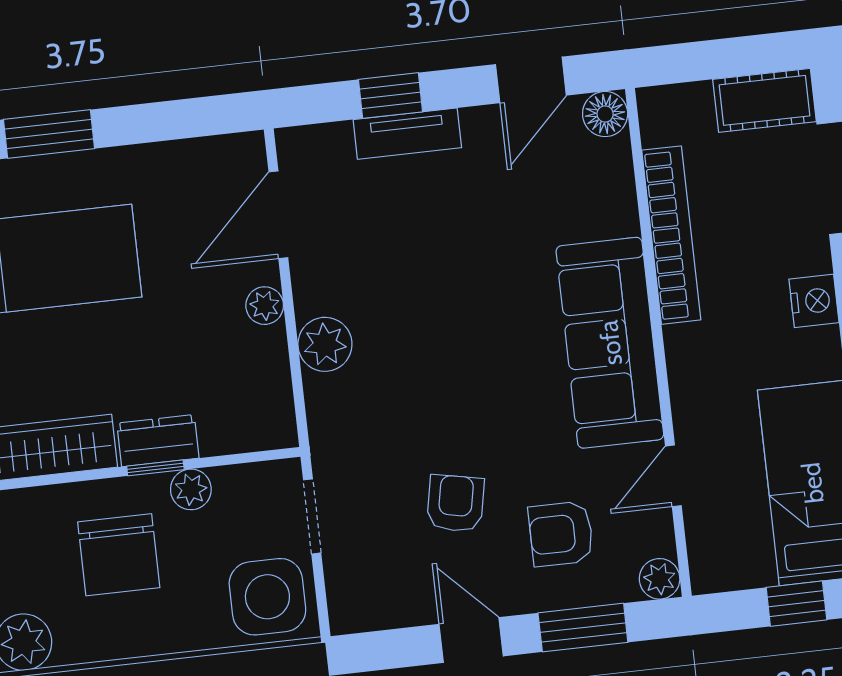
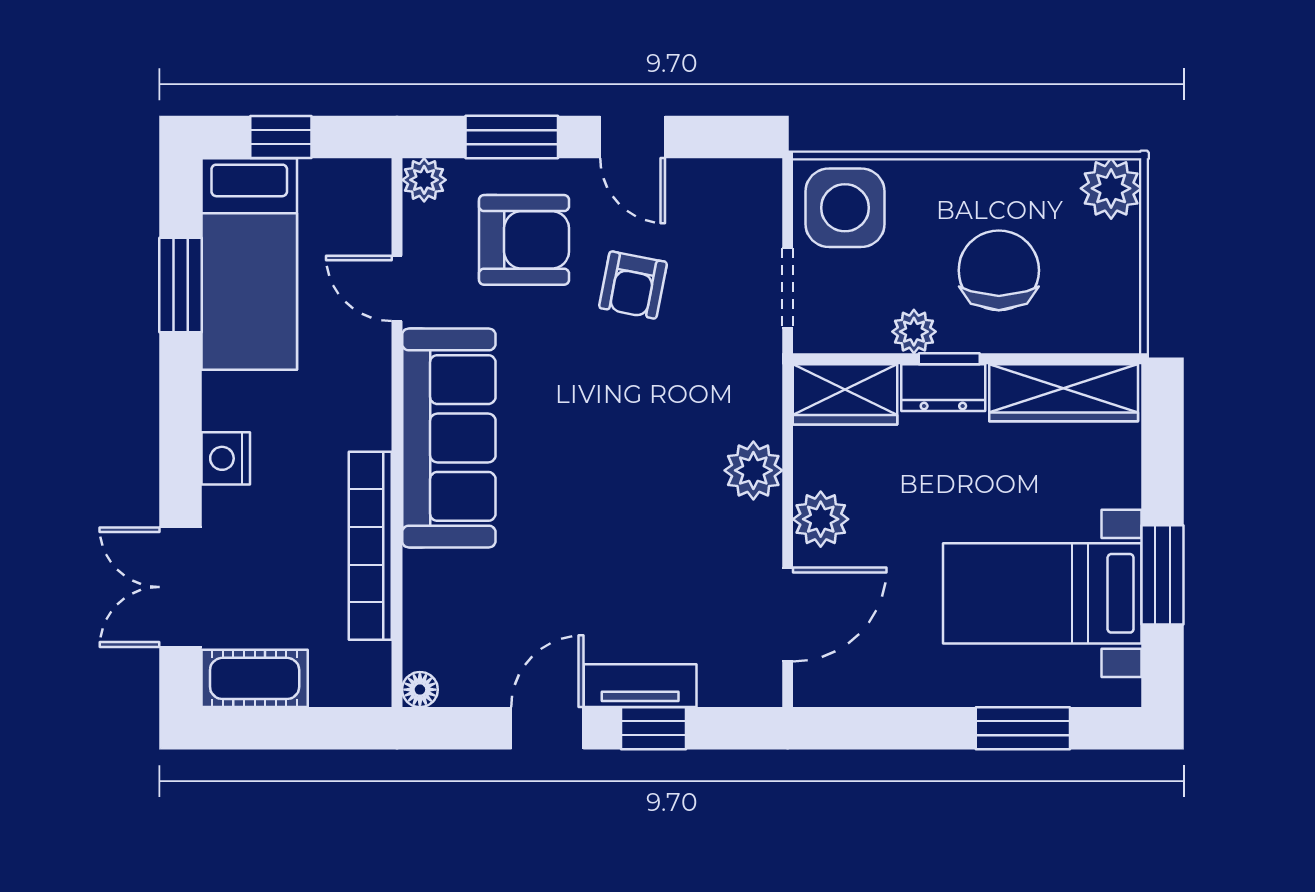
door: (531, 80) -> (547, 728), moved
floor lamp: (605, 114) -> (420, 690), width x0.73, depth x0.73
plant: (265, 306) -> (821, 519), width x1.38, depth x1.38
wardrobe: (248, 424) -> (845, 394), added
door: (673, 476) -> (397, 288), swing flipped
armchair: (561, 534) -> (524, 240), width x1.38, depth x1.38

